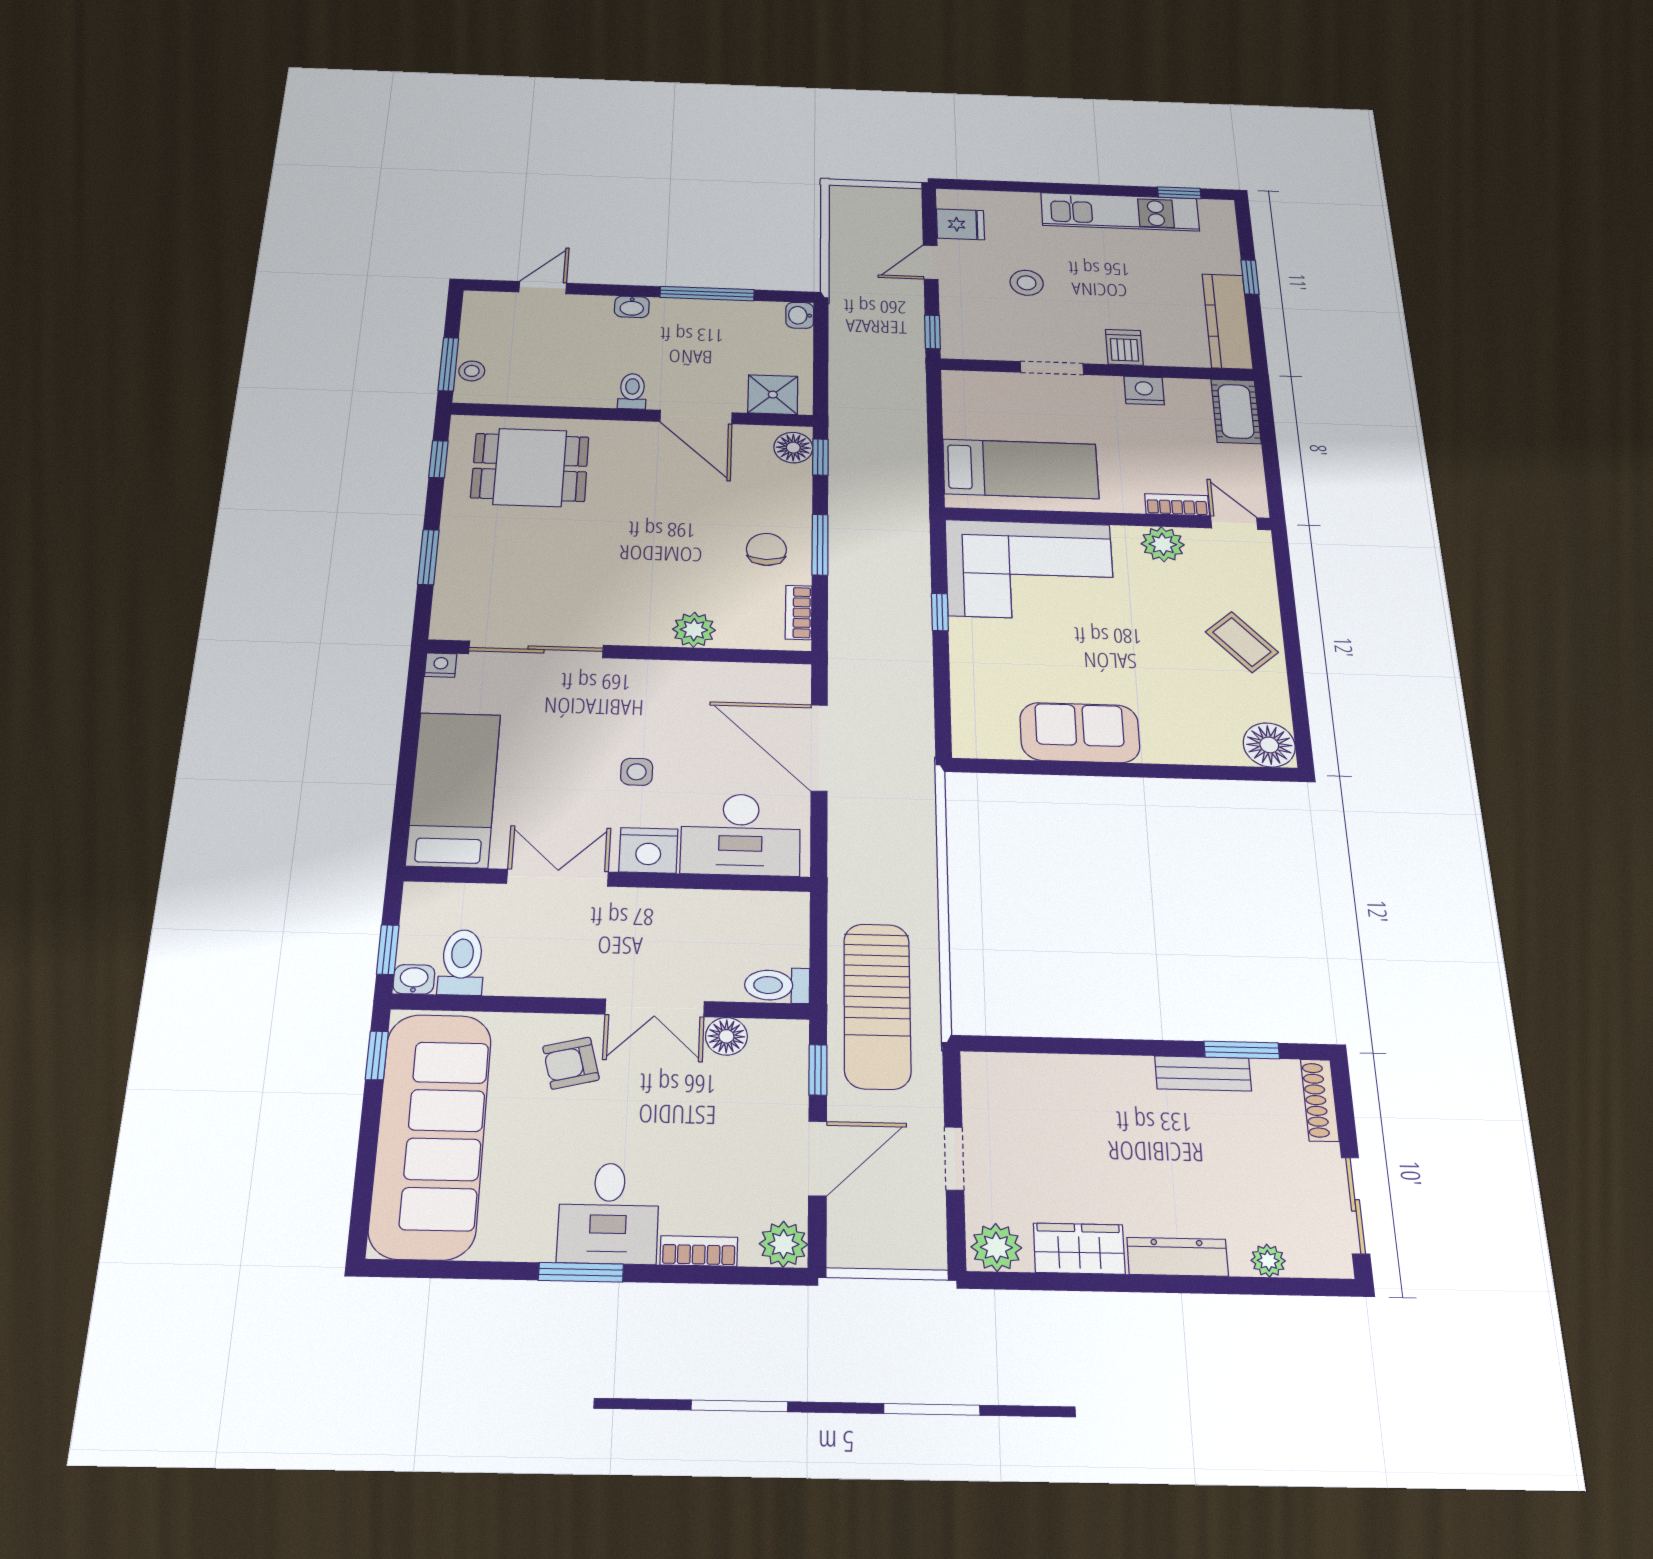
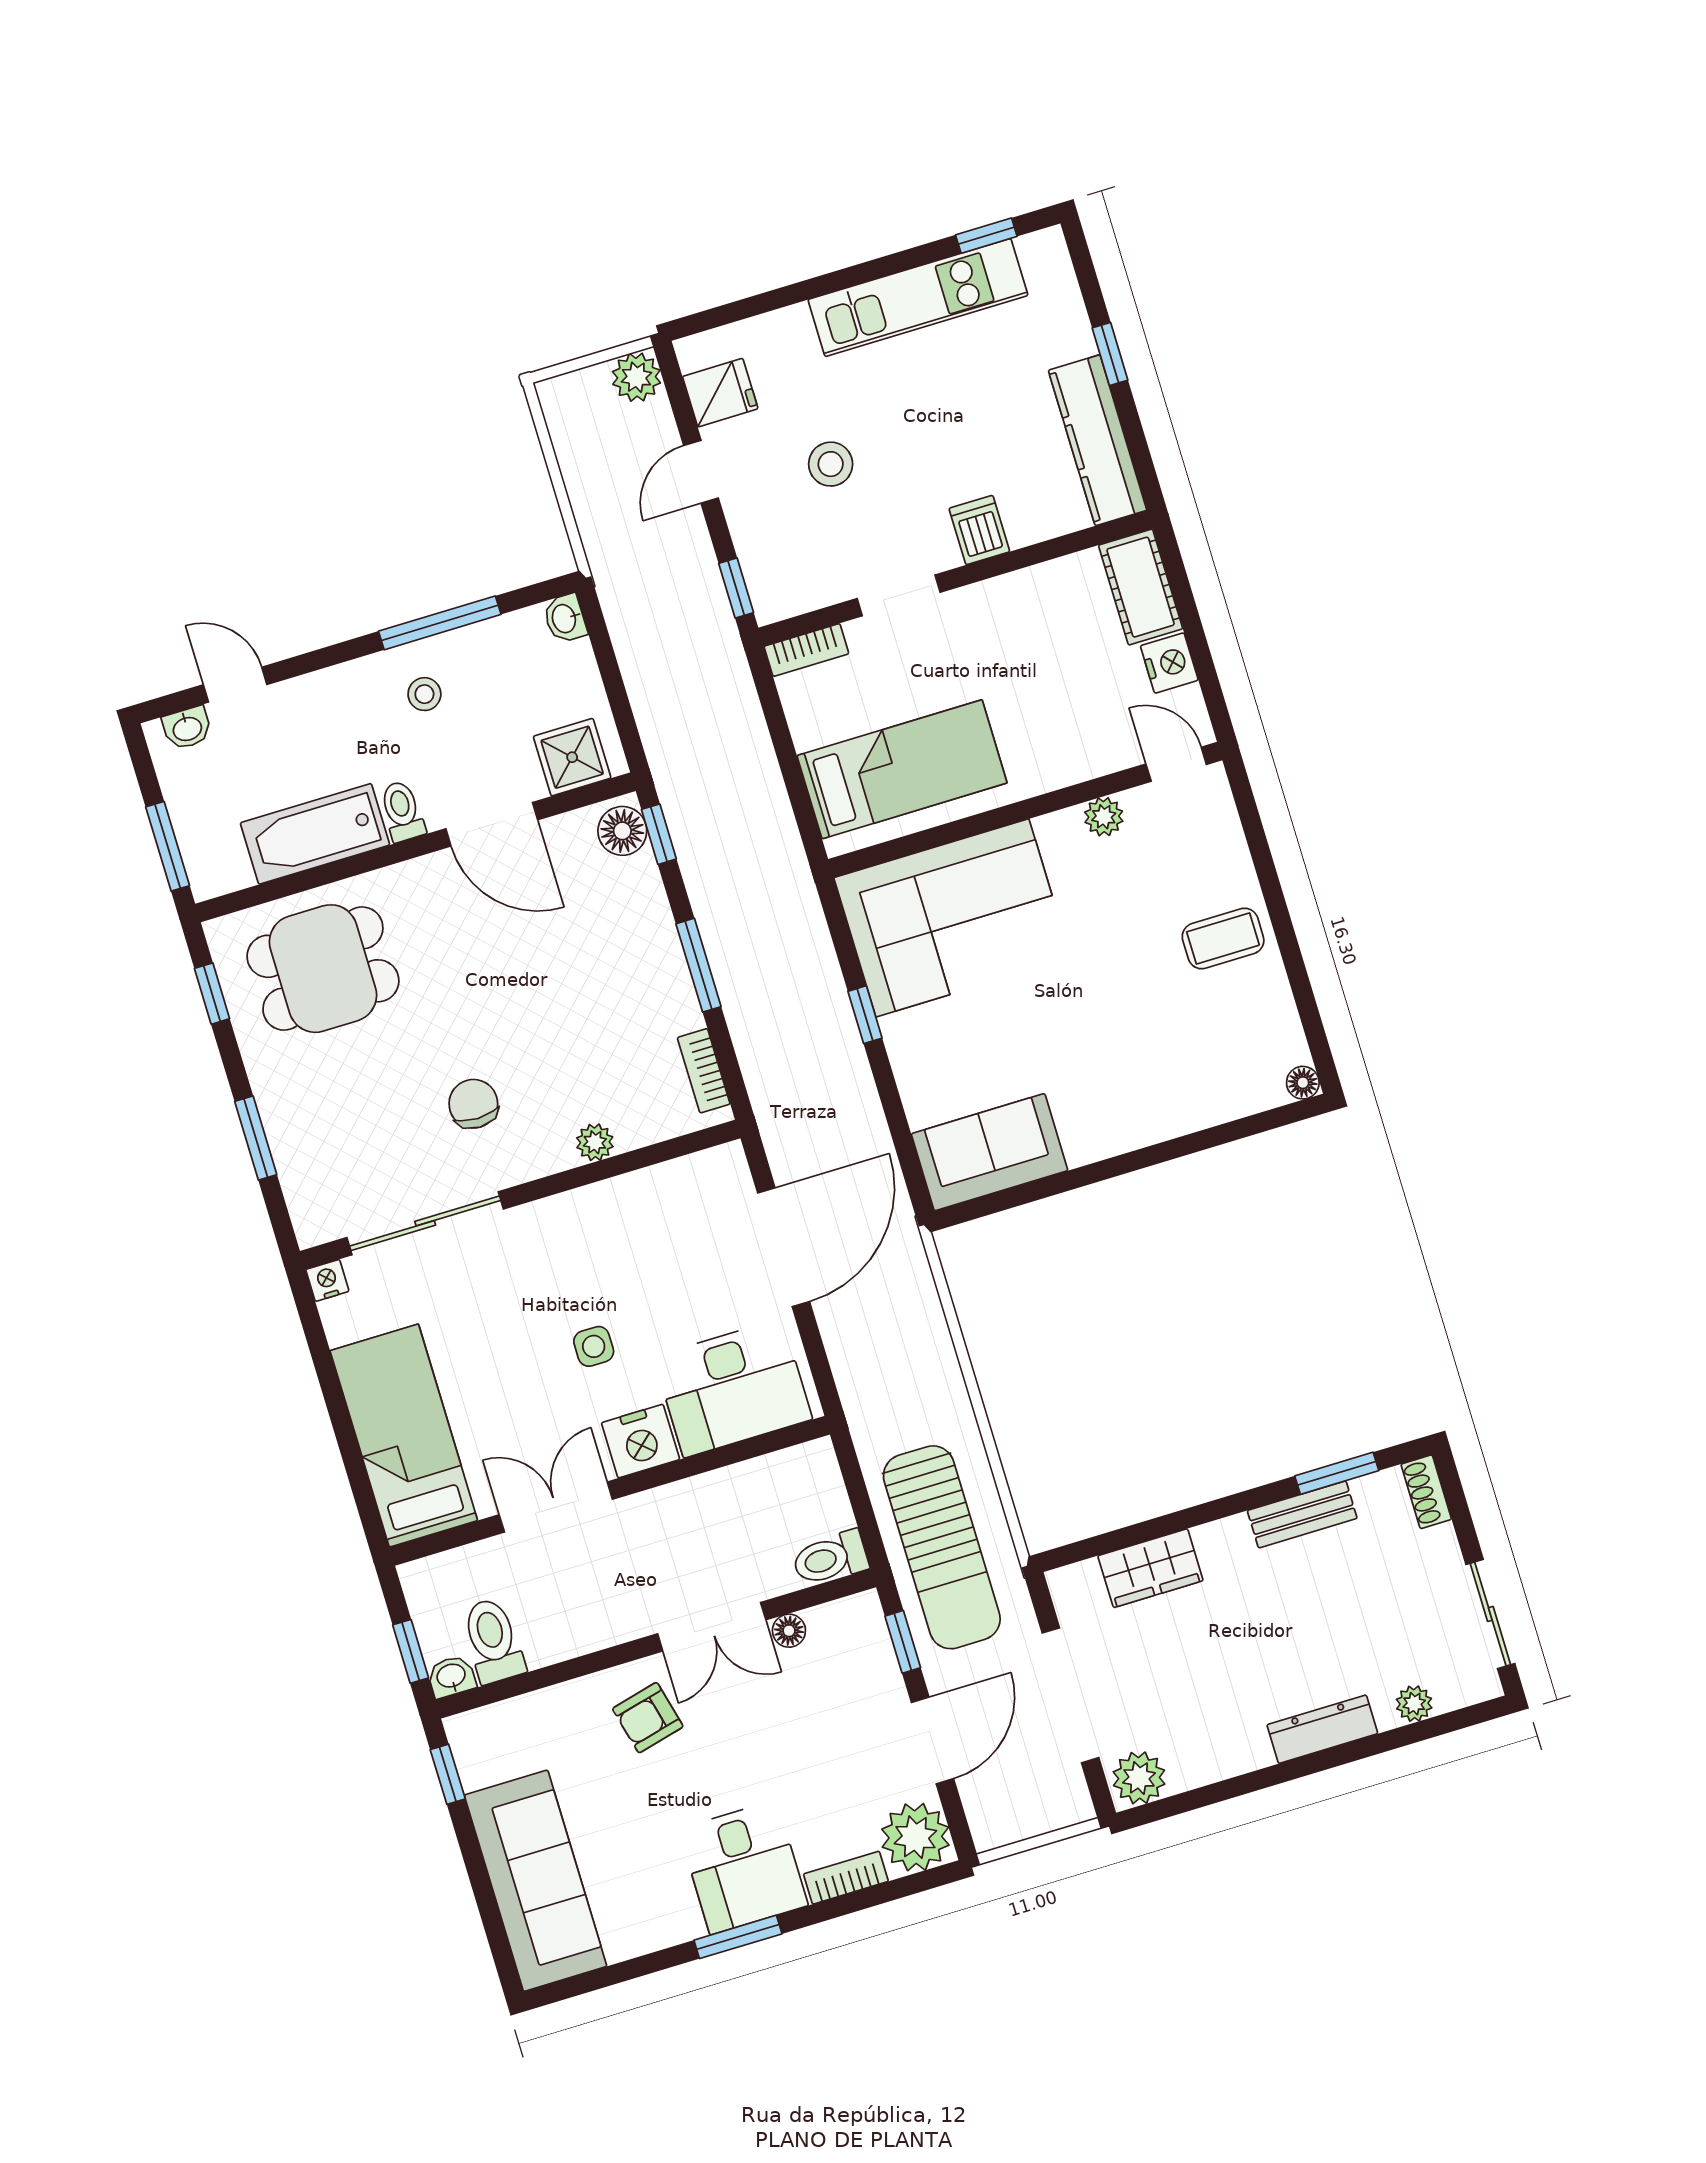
plant: (904, 201) -> (636, 377), added
door: (543, 288) -> (235, 685), hinge flipped
washbasin: (632, 307) -> (187, 728), moved
stool: (472, 371) -> (424, 694), moved
bathtub: (561, 387) -> (315, 834), added
nightstand: (1144, 391) -> (1169, 663), moved, turned 90
bookcase: (1177, 505) -> (806, 650), moved, turned 180
plant: (1163, 544) -> (1104, 817), width x0.73, depth x0.73
chair: (766, 549) -> (473, 1104), moved
plant: (694, 630) -> (595, 1142), width x0.73, depth x0.73
coffee table: (1242, 642) -> (1223, 939), turned -48
sofa: (1080, 733) -> (989, 1152), moved
floor lamp: (1269, 745) -> (1303, 1083), width x0.53, depth x0.53
door: (819, 748) -> (784, 1247), swing flipped
floor lamp: (726, 1036) -> (789, 1631), width x0.73, depth x0.73
shoe rack: (1320, 1100) -> (1426, 1492), width x0.70
sofa: (431, 1134) -> (536, 1881), width x0.74, depth x0.79
doorway: (954, 1158) -> (1070, 1695), width x1.88
plant: (783, 1244) -> (915, 1837), width x1.36, depth x1.36
wardrobe: (1079, 1249) -> (1150, 1568), moved, turned 180

